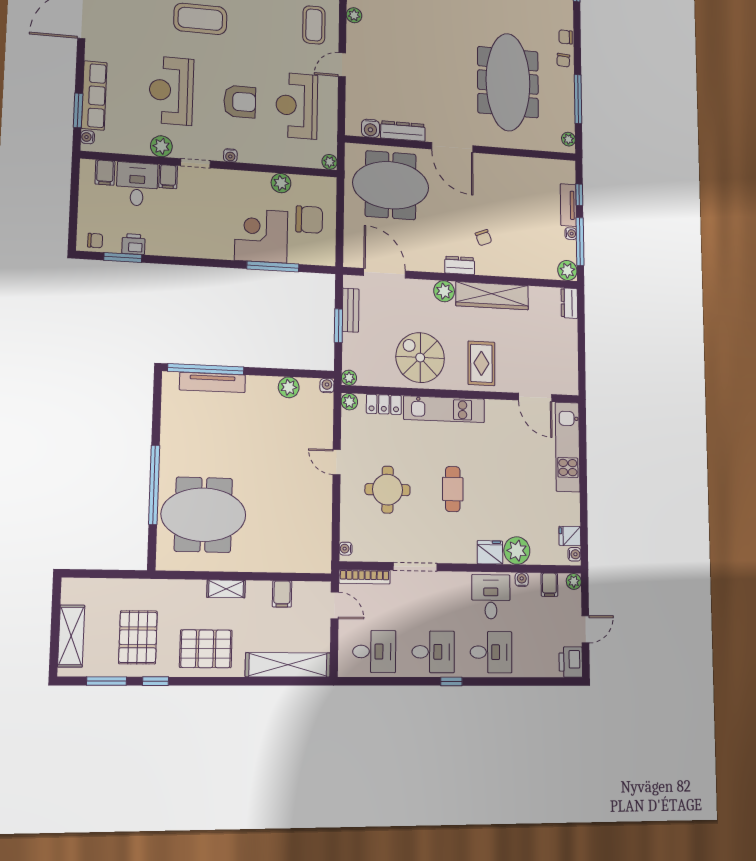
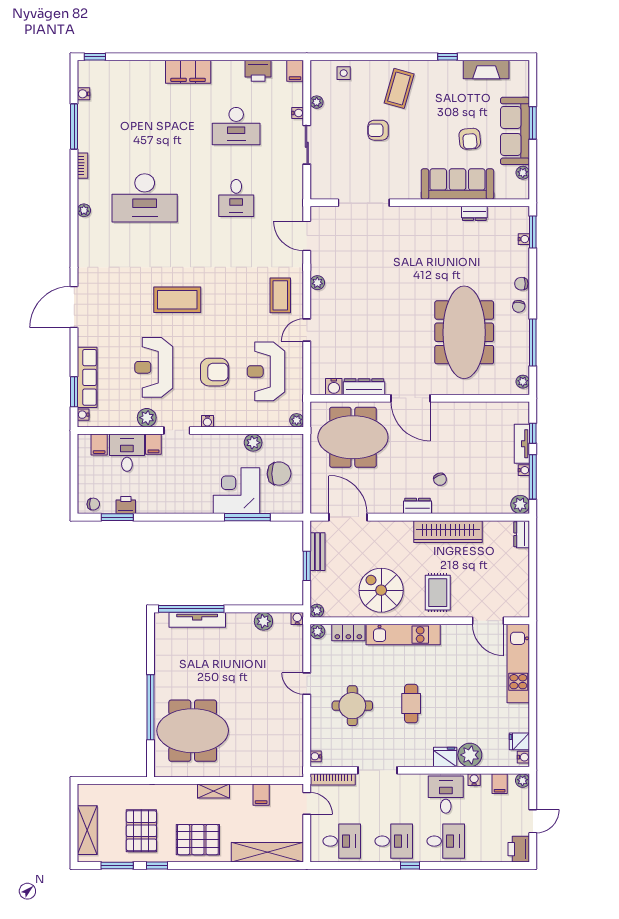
plant: (444, 291) -> (403, 530), removed

